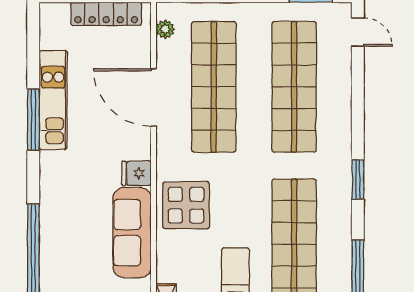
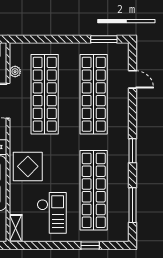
plant: (165, 29) -> (15, 72), moved
door: (358, 32) -> (133, 79), moved

